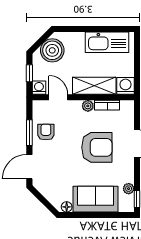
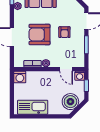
shelving: (94, 86) -> (41, 77), removed
armchair: (46, 132) -> (64, 32), moved

